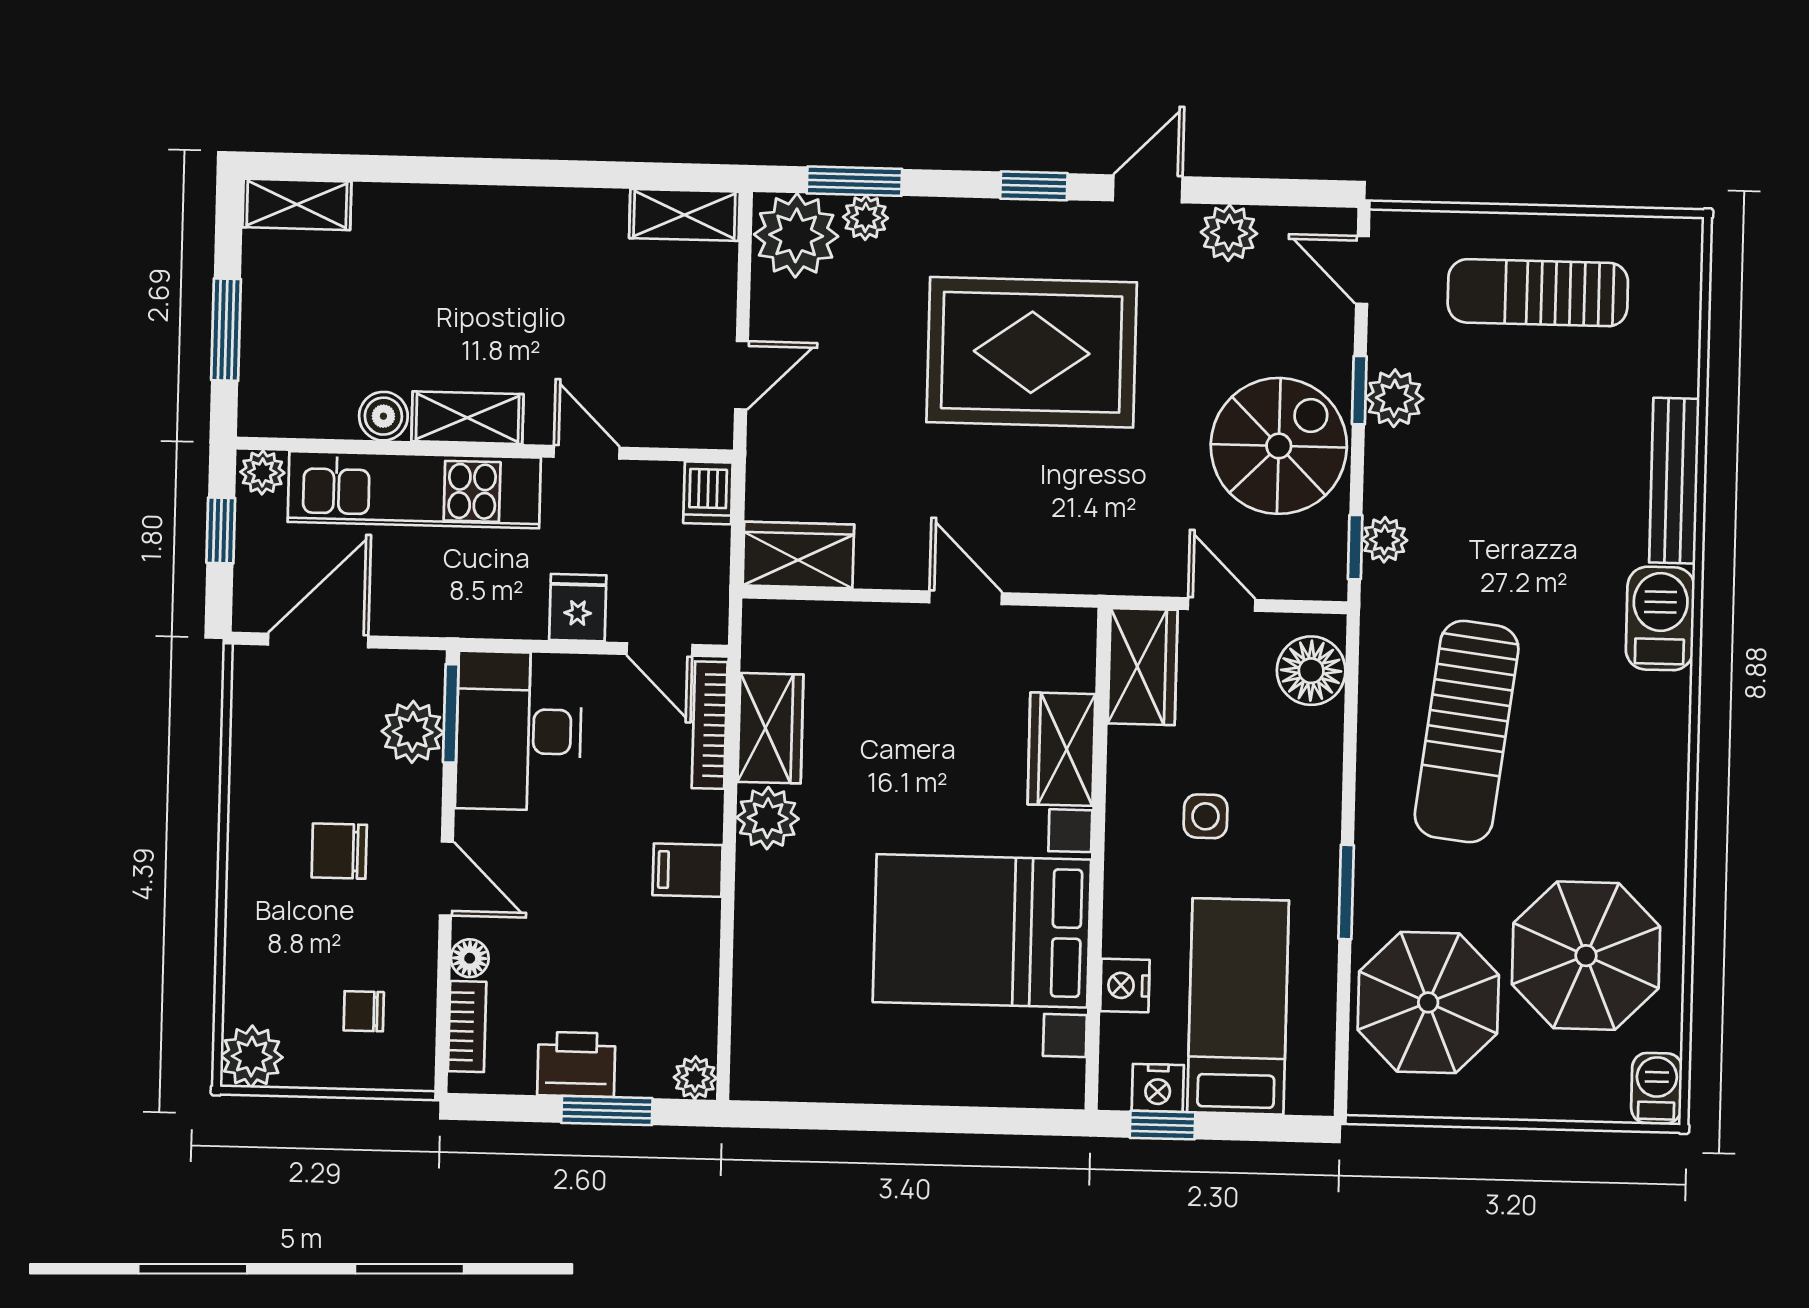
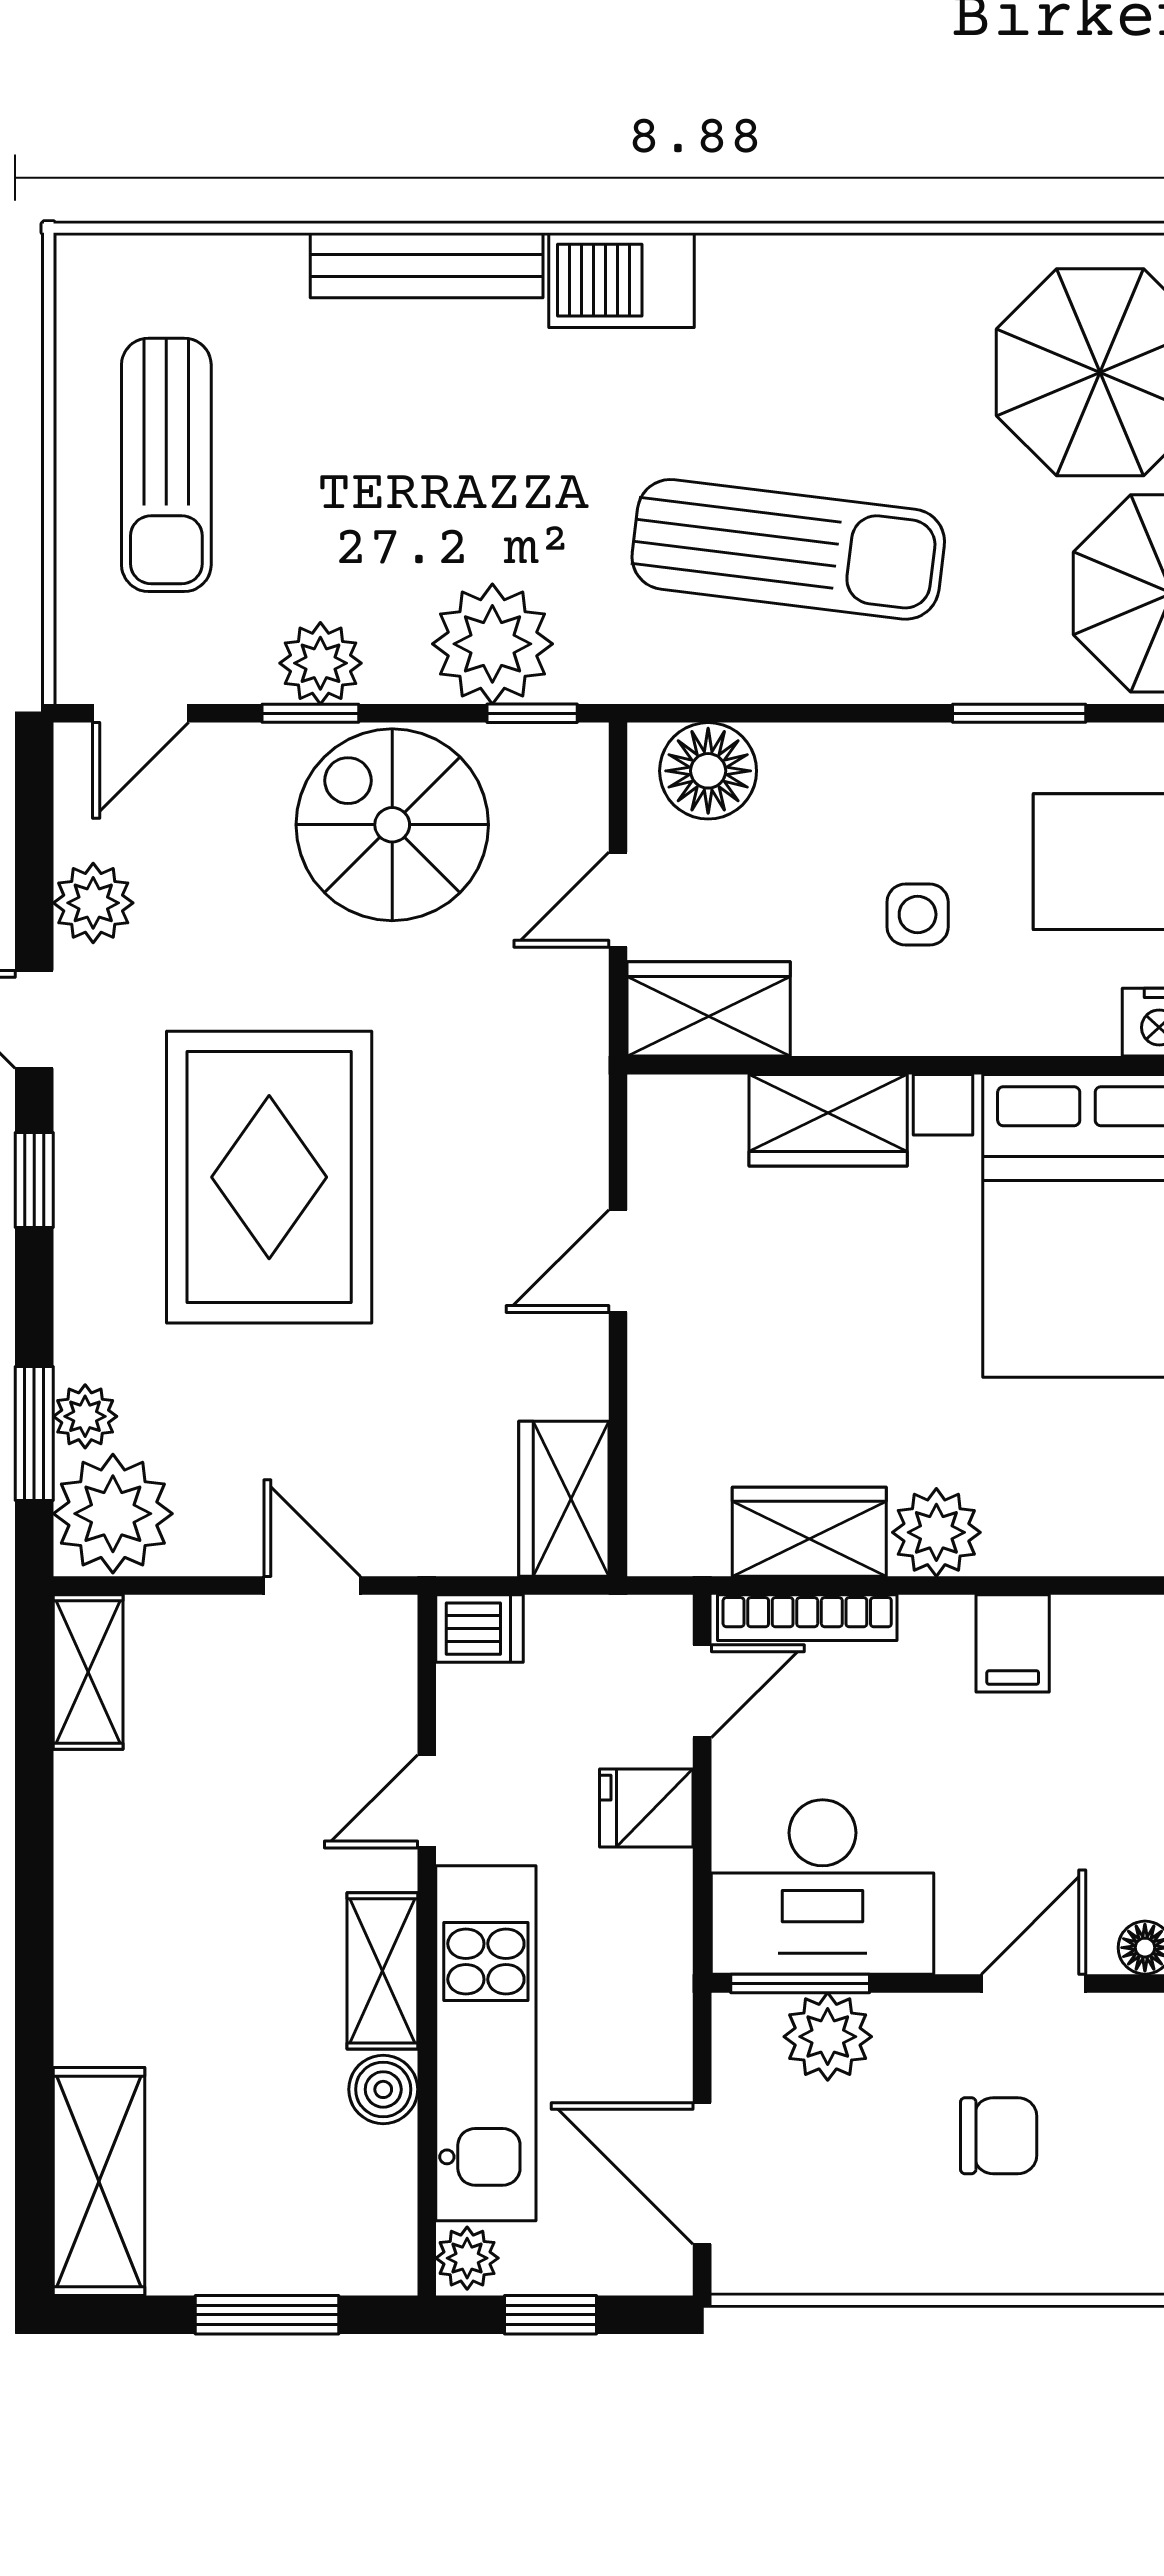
shelving: (297, 204) -> (99, 2181), width x1.50, depth x1.33
plant: (1385, 540) -> (492, 644), width x1.87, depth x1.87
chair: (339, 851) -> (999, 2136), turned -90

